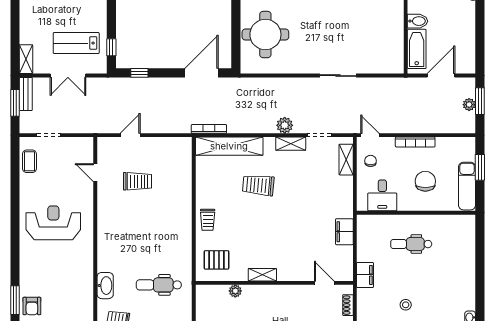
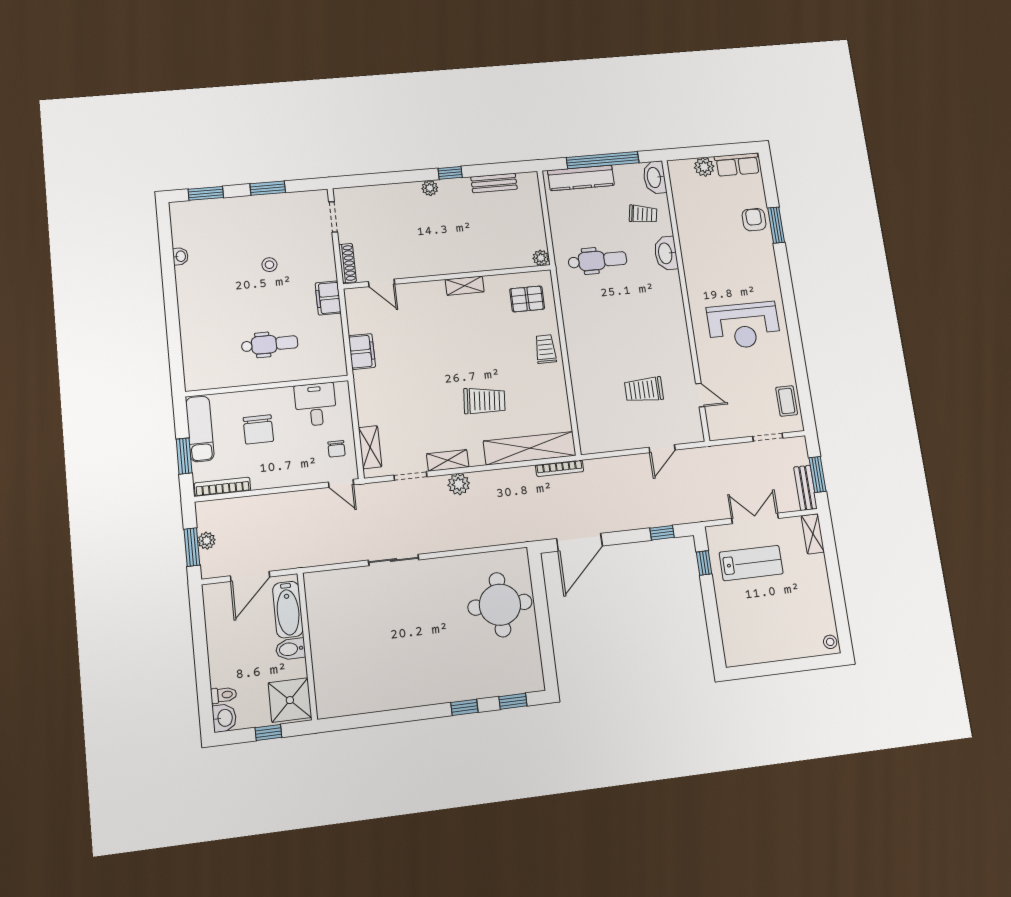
bookcase: (415, 142) -> (222, 487), moved
plant: (235, 291) -> (541, 258), moved
shoe rack: (348, 305) -> (347, 263), width x1.43

